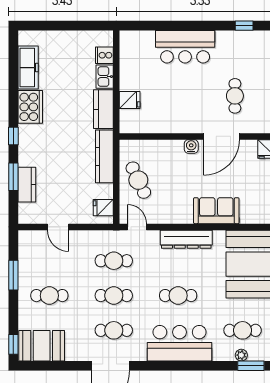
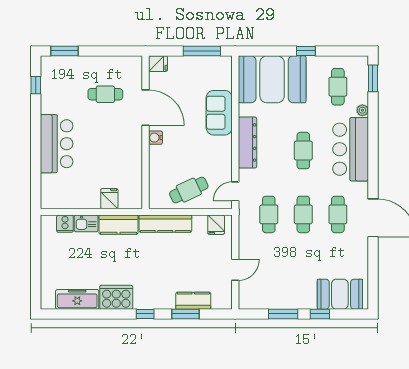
cafe table: (49, 296) -> (303, 278), removed
window: (13, 344) -> (320, 314), moved
booth: (42, 346) -> (340, 294), moved, turned 90
plant: (241, 355) -> (362, 110), moved

